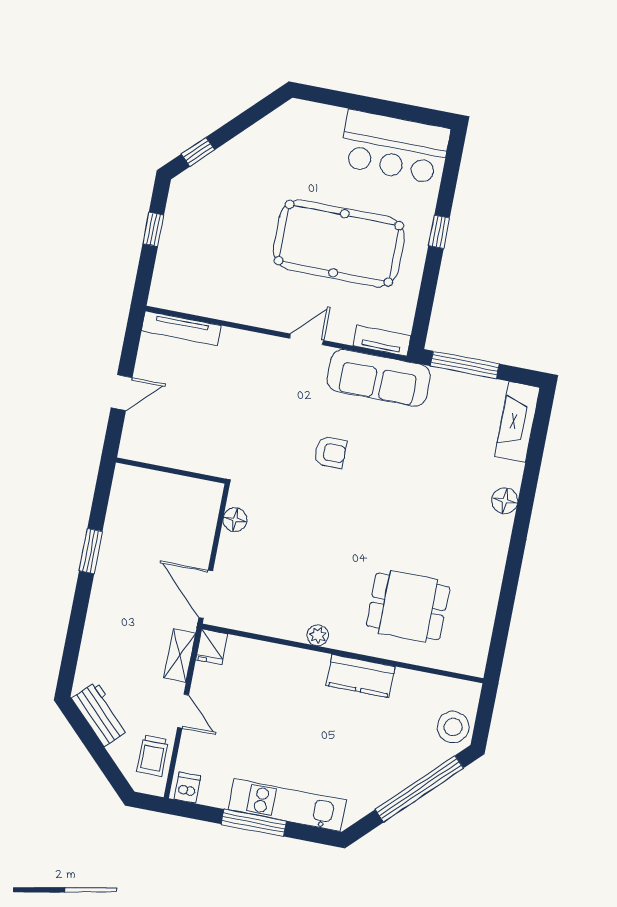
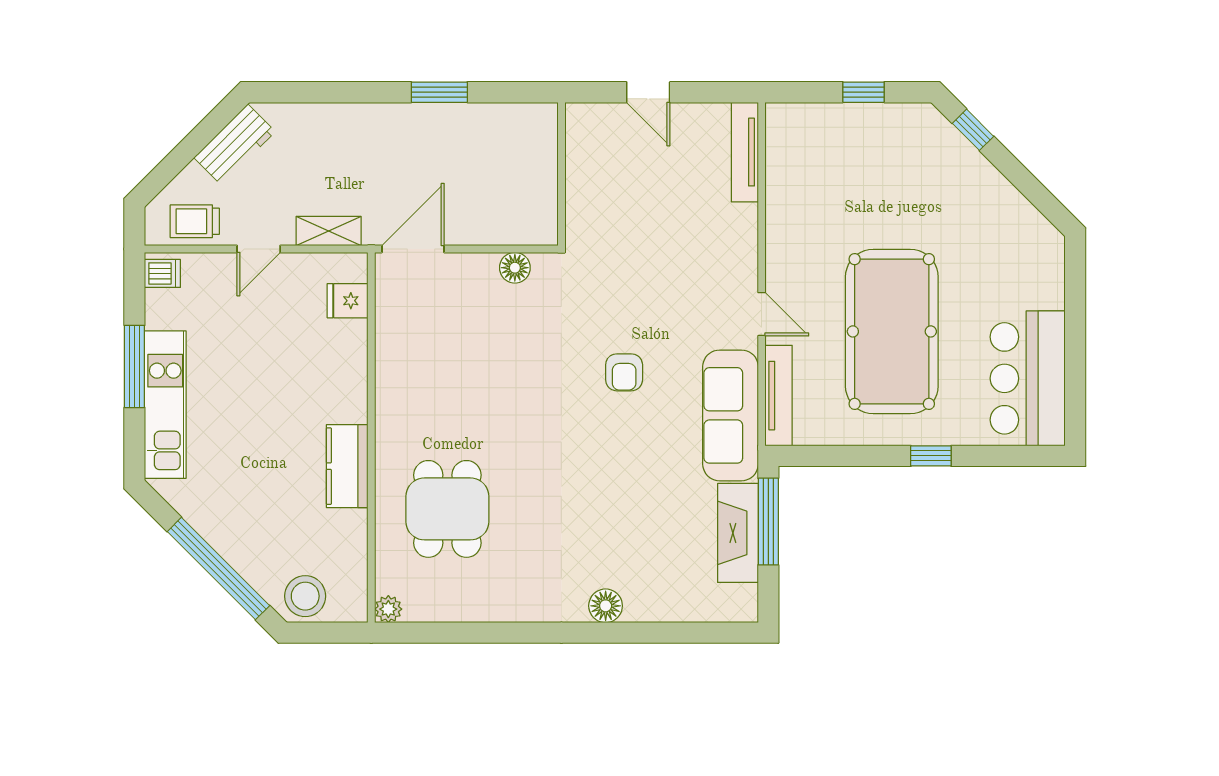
tv unit: (382, 341) -> (779, 396), width x1.41
fireplace: (517, 422) -> (738, 533), moved, turned -90
plant: (318, 635) -> (388, 609), moved
fridge: (212, 647) -> (348, 301), moved

